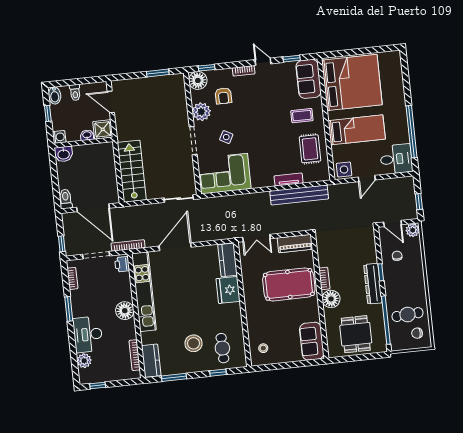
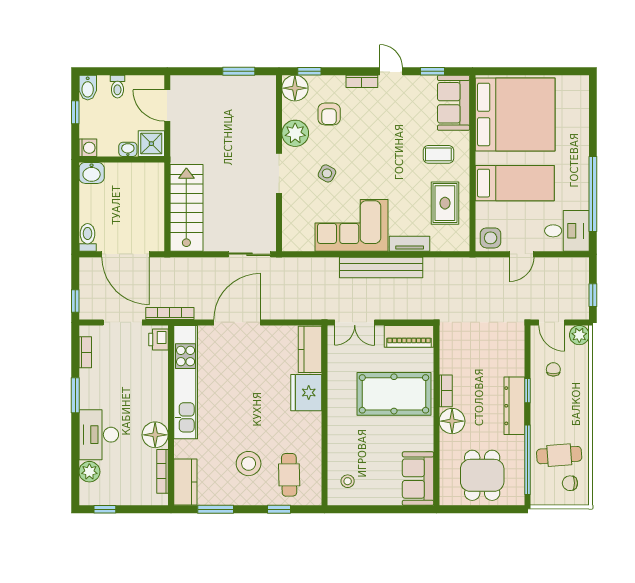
corner sofa: (224, 174) -> (352, 225), moved
bench: (299, 195) -> (381, 267), moved
floor lamp: (125, 311) -> (155, 435), moved

